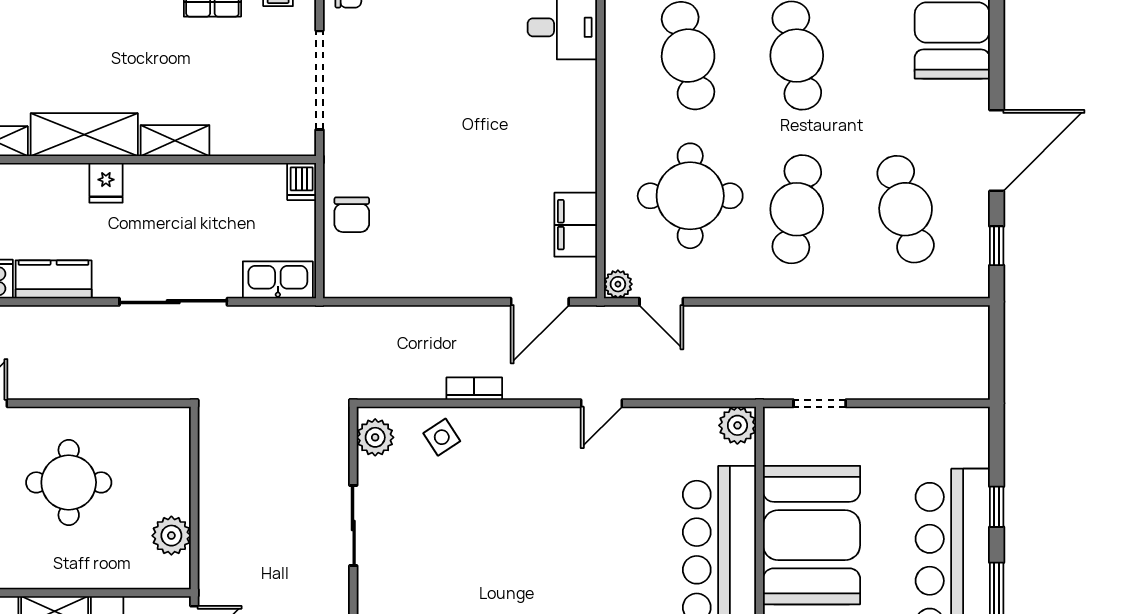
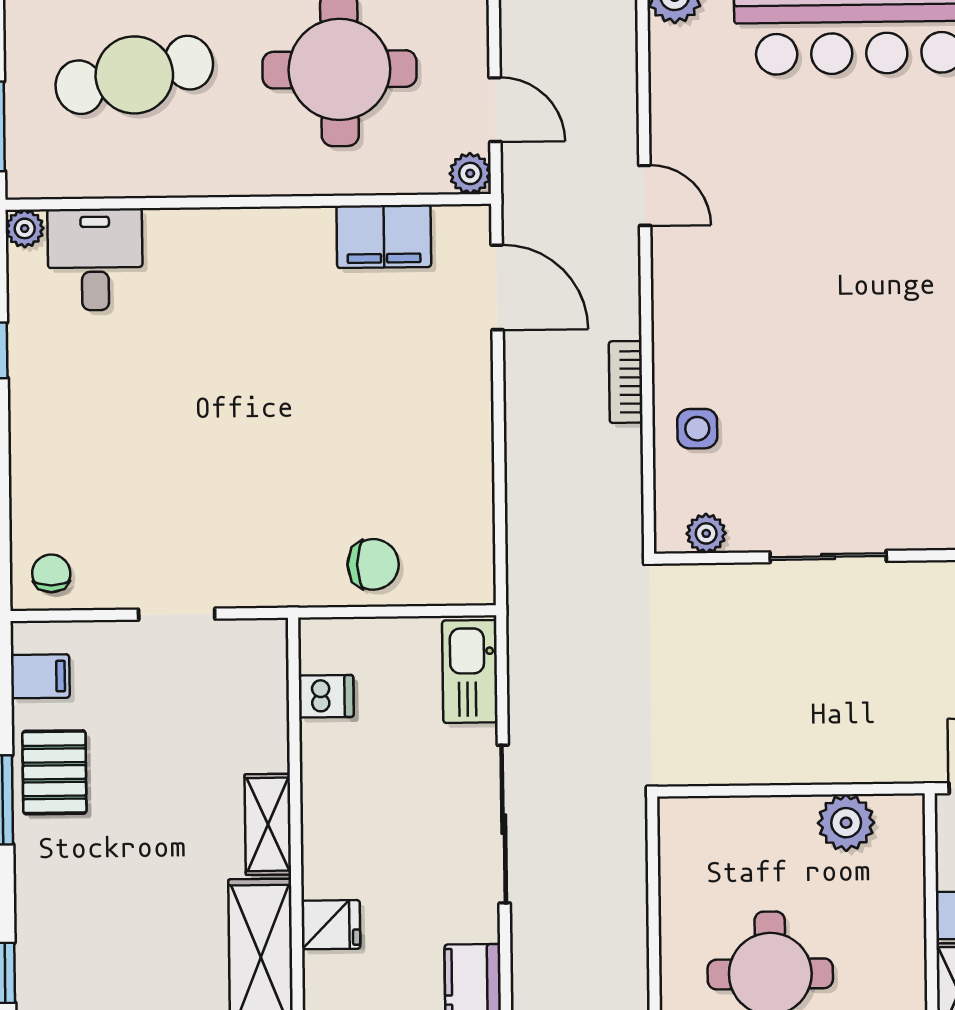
doorway: (319, 80) -> (177, 614), width x0.53
dishwasher: (302, 181) -> (326, 696), moved
door: (661, 302) -> (495, 110), hinge flipped
plant: (375, 437) -> (706, 533), width x0.73, depth x0.73
side table: (442, 437) -> (697, 429), turned 33

